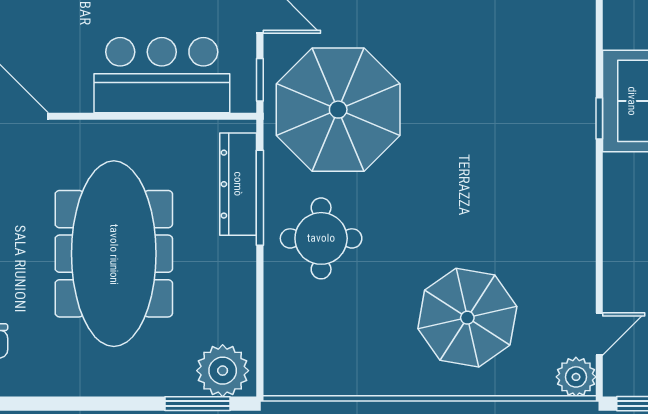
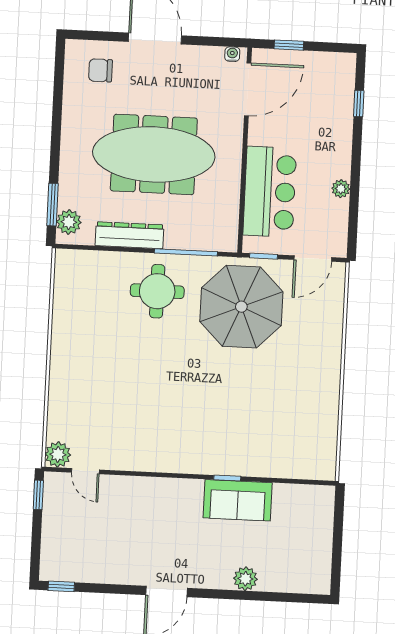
dresser: (238, 184) -> (130, 235), moved
parasol: (467, 318) -> (100, 385), removed
plant: (223, 371) -> (69, 222), width x0.73, depth x0.73

